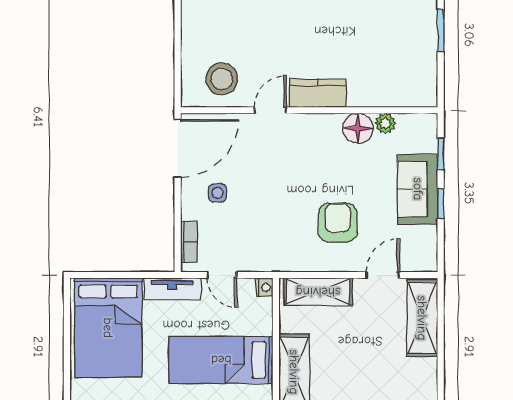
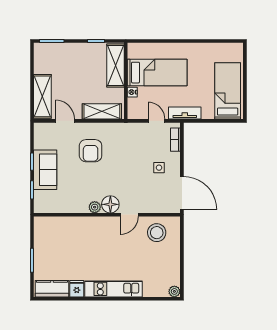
kitchen counter: (318, 93) -> (102, 224), removed
plant: (385, 124) -> (95, 207), moved
floor lamp: (358, 128) -> (110, 204), moved
door: (178, 148) -> (182, 193), swing flipped
door: (383, 275) -> (65, 121), swing flipped
nightstand: (265, 287) -> (132, 92), moved
bed: (108, 328) -> (228, 91), width x0.67

